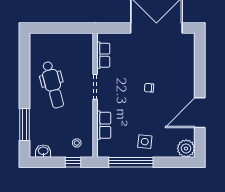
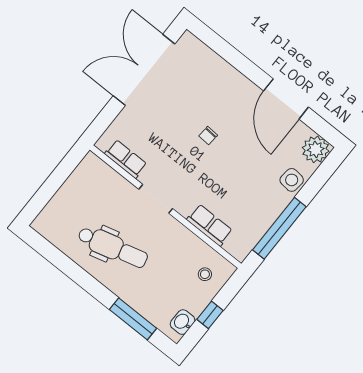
side table: (145, 142) -> (292, 180), moved
window: (73, 162) -> (210, 315), moved

